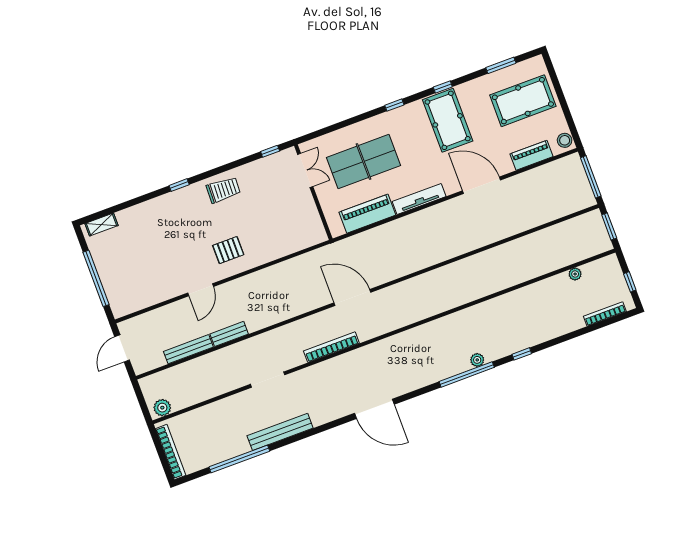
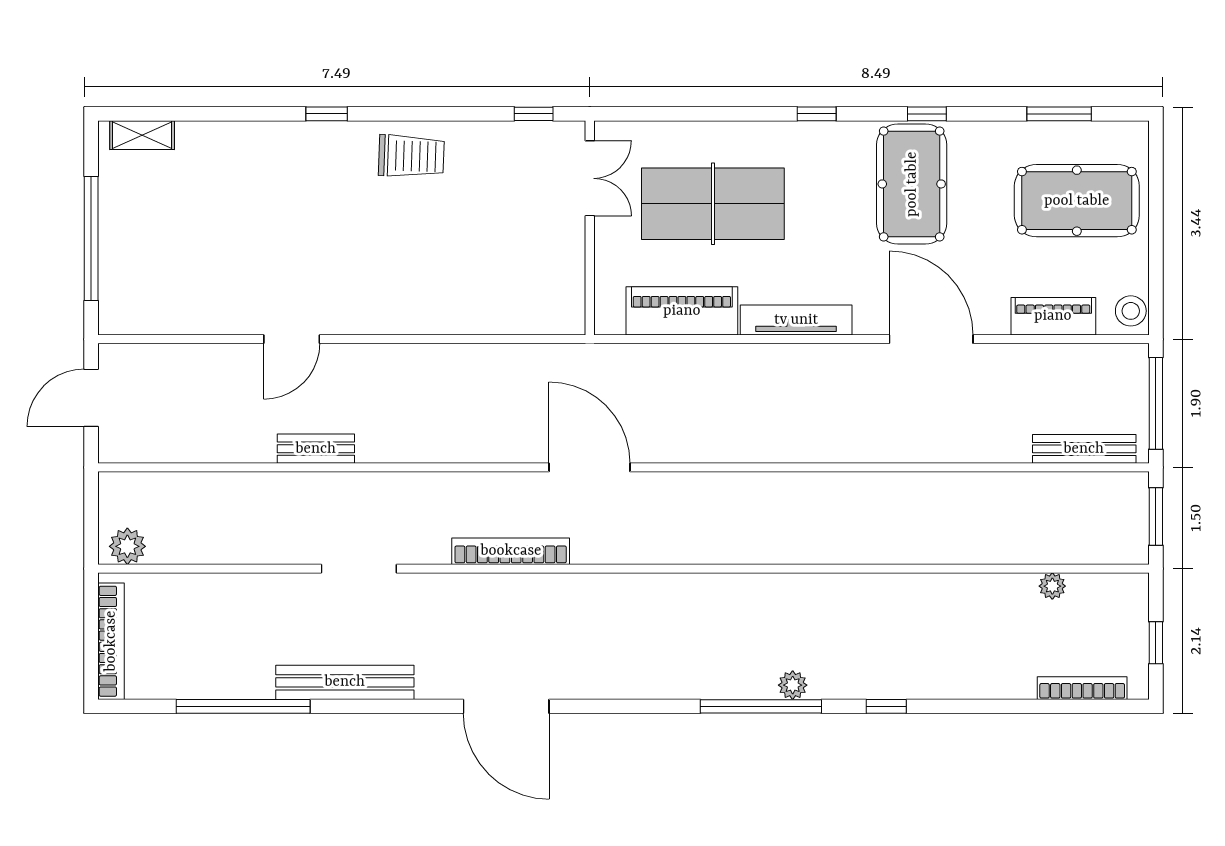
pallet: (228, 250) -> (376, 280), removed
bench: (188, 349) -> (1084, 449), moved
door: (374, 409) -> (506, 706), moved

